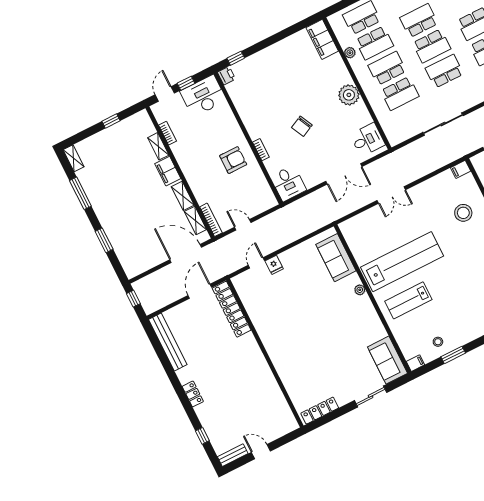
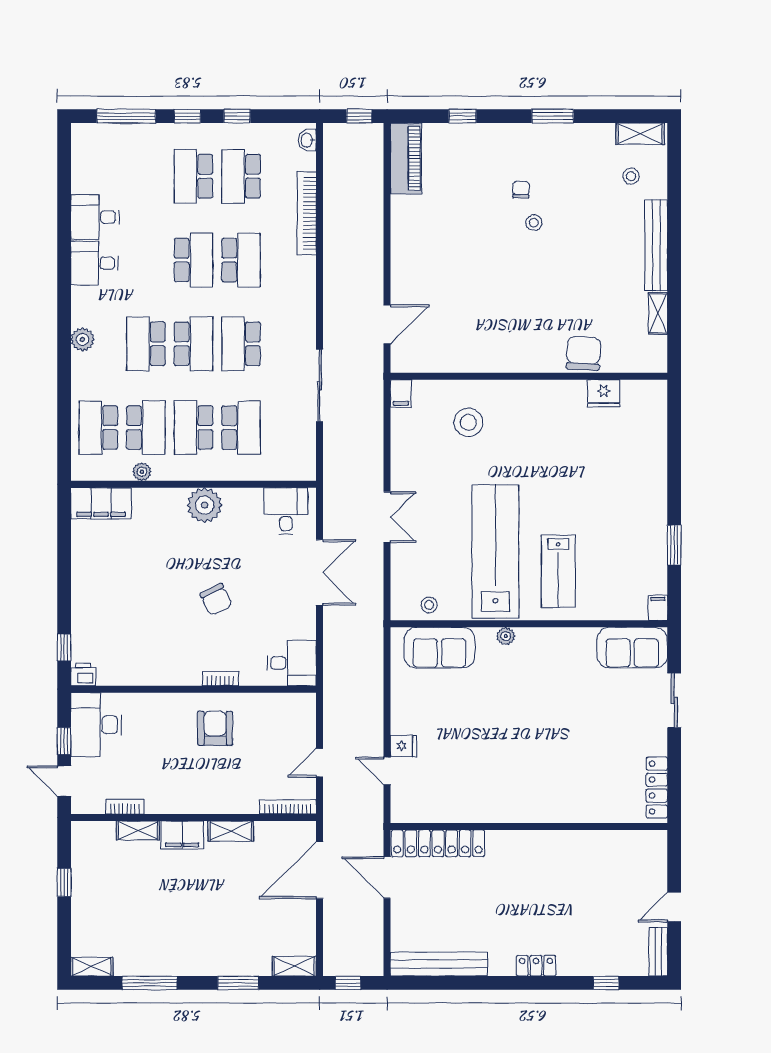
shelving: (195, 221) -> (294, 966), moved
stool: (438, 342) -> (429, 605), moved

